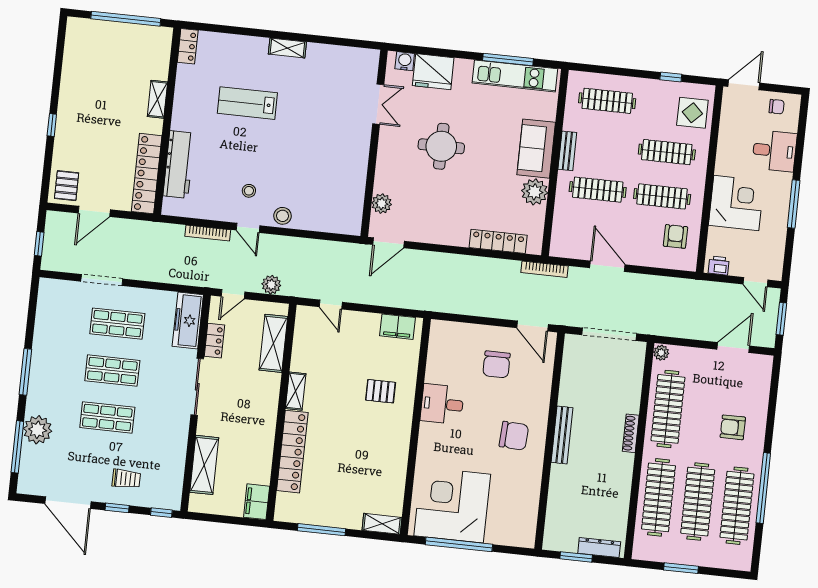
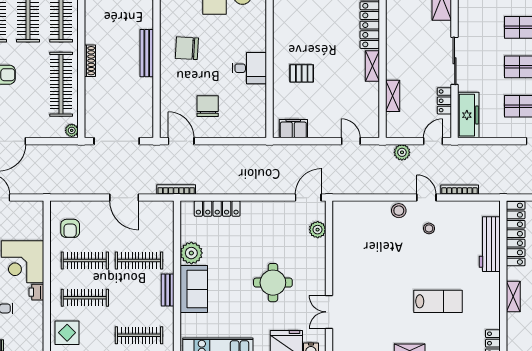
printer: (719, 266) -> (36, 292), moved, turned 90
shelving: (273, 343) -> (393, 96), width x0.67, depth x0.75

